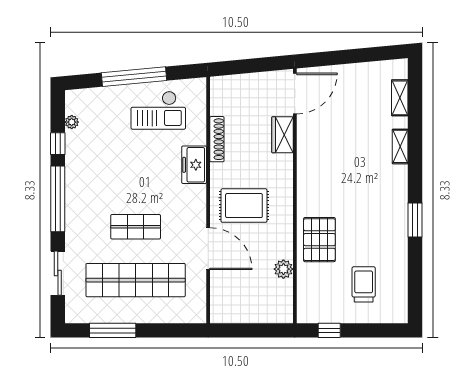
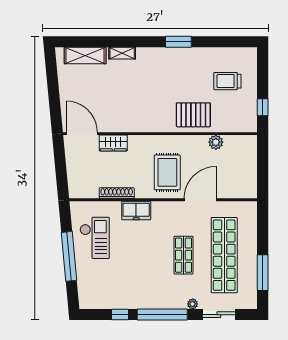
shelving: (400, 98) -> (85, 56), width x1.50, depth x1.33
plant: (72, 122) -> (193, 304), moved

